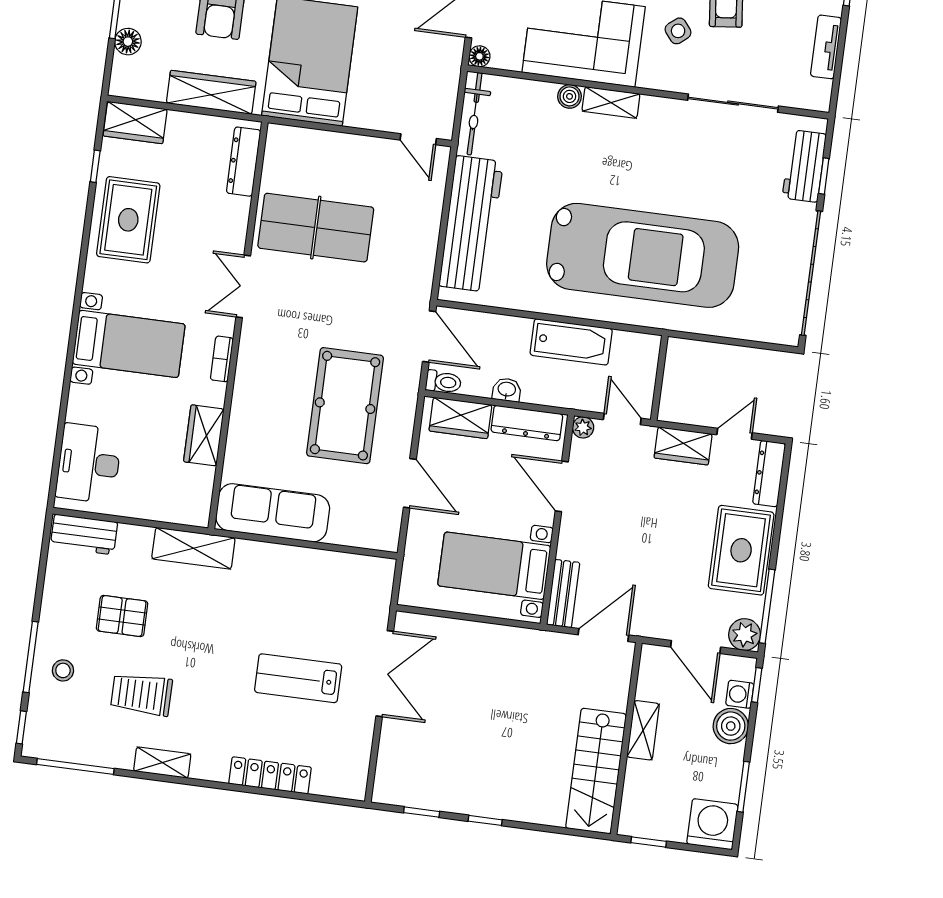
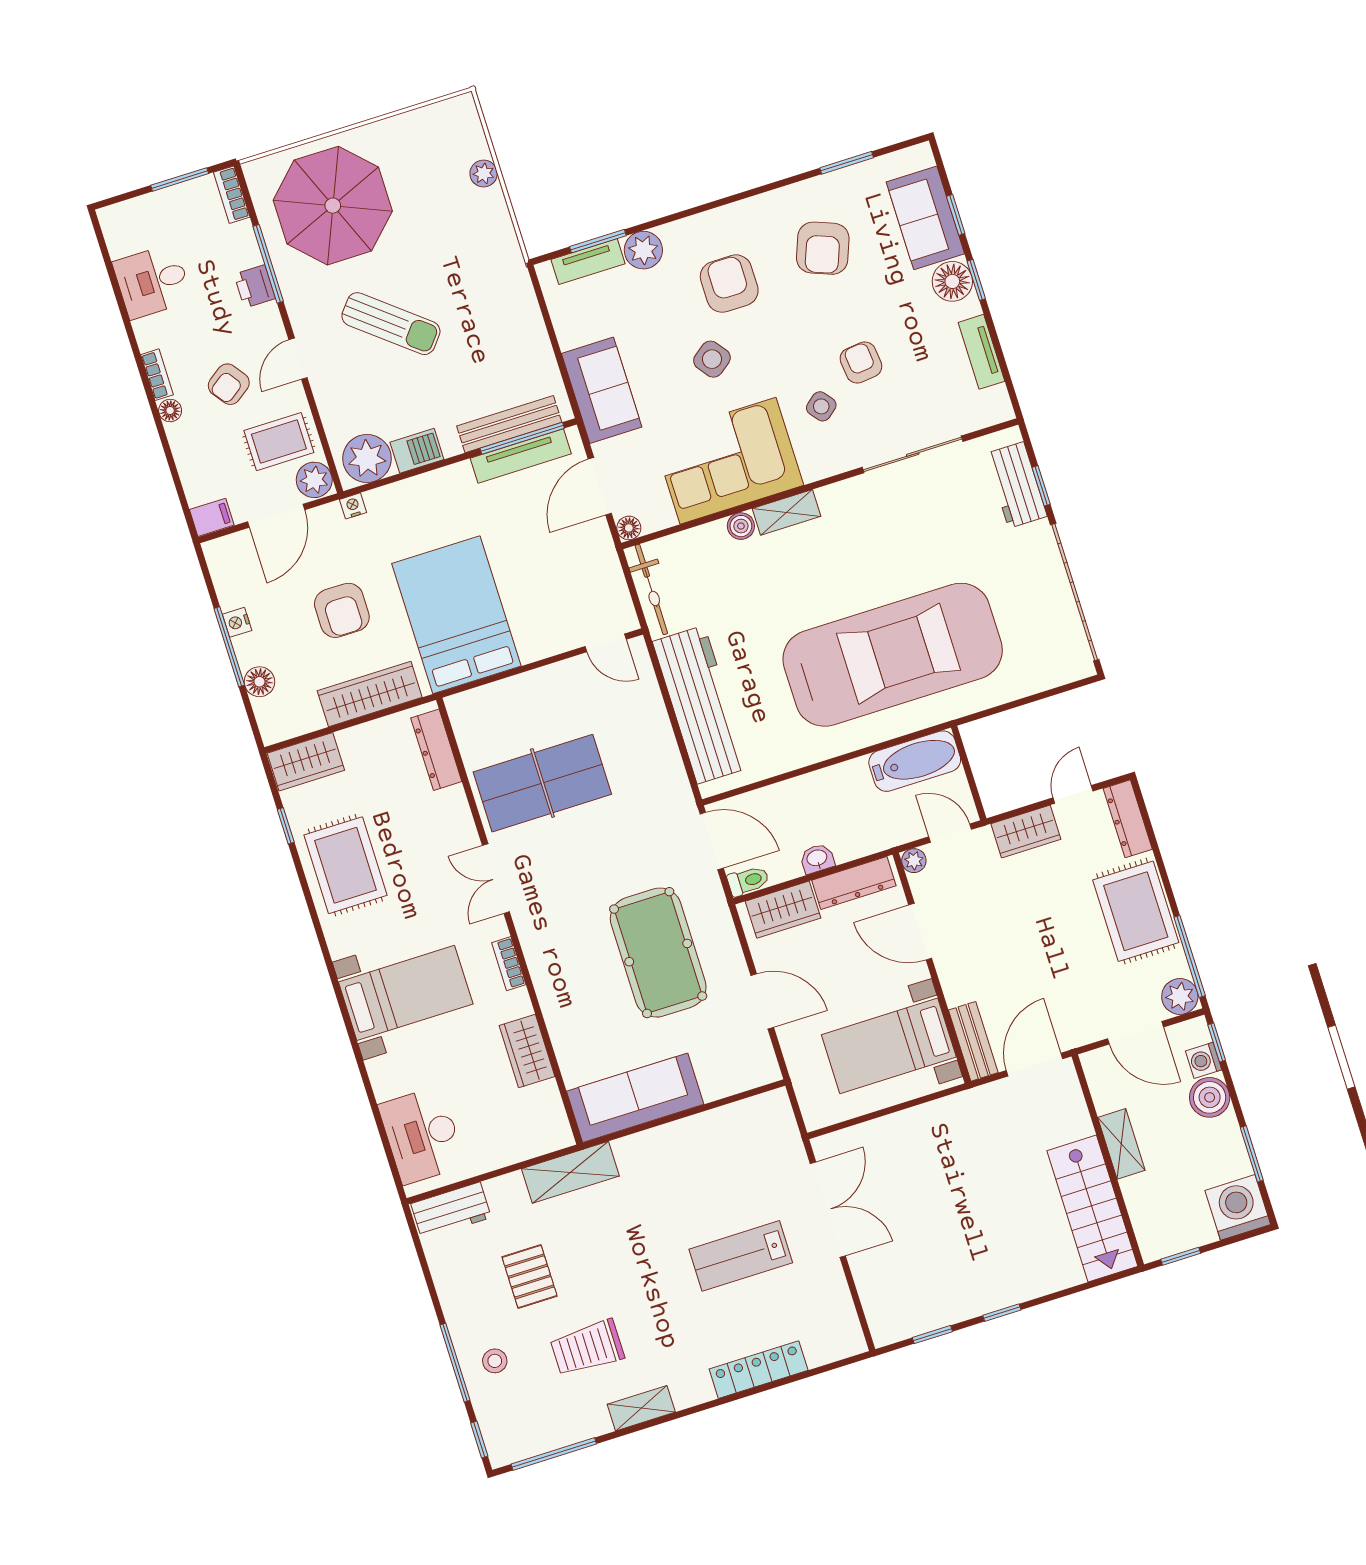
bathtub: (571, 342) -> (915, 761), moved
pallet: (122, 616) -> (530, 1276), turned 90

